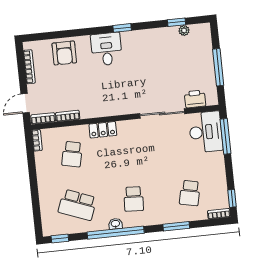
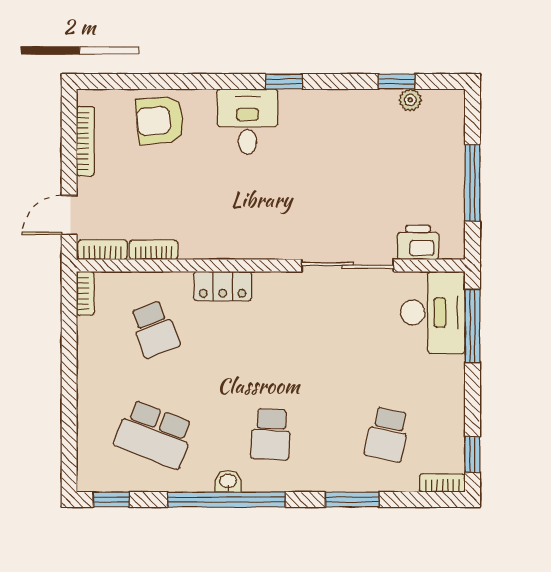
armchair: (64, 53) -> (160, 120), turned 85
school desk: (72, 154) -> (154, 329), turned -33

